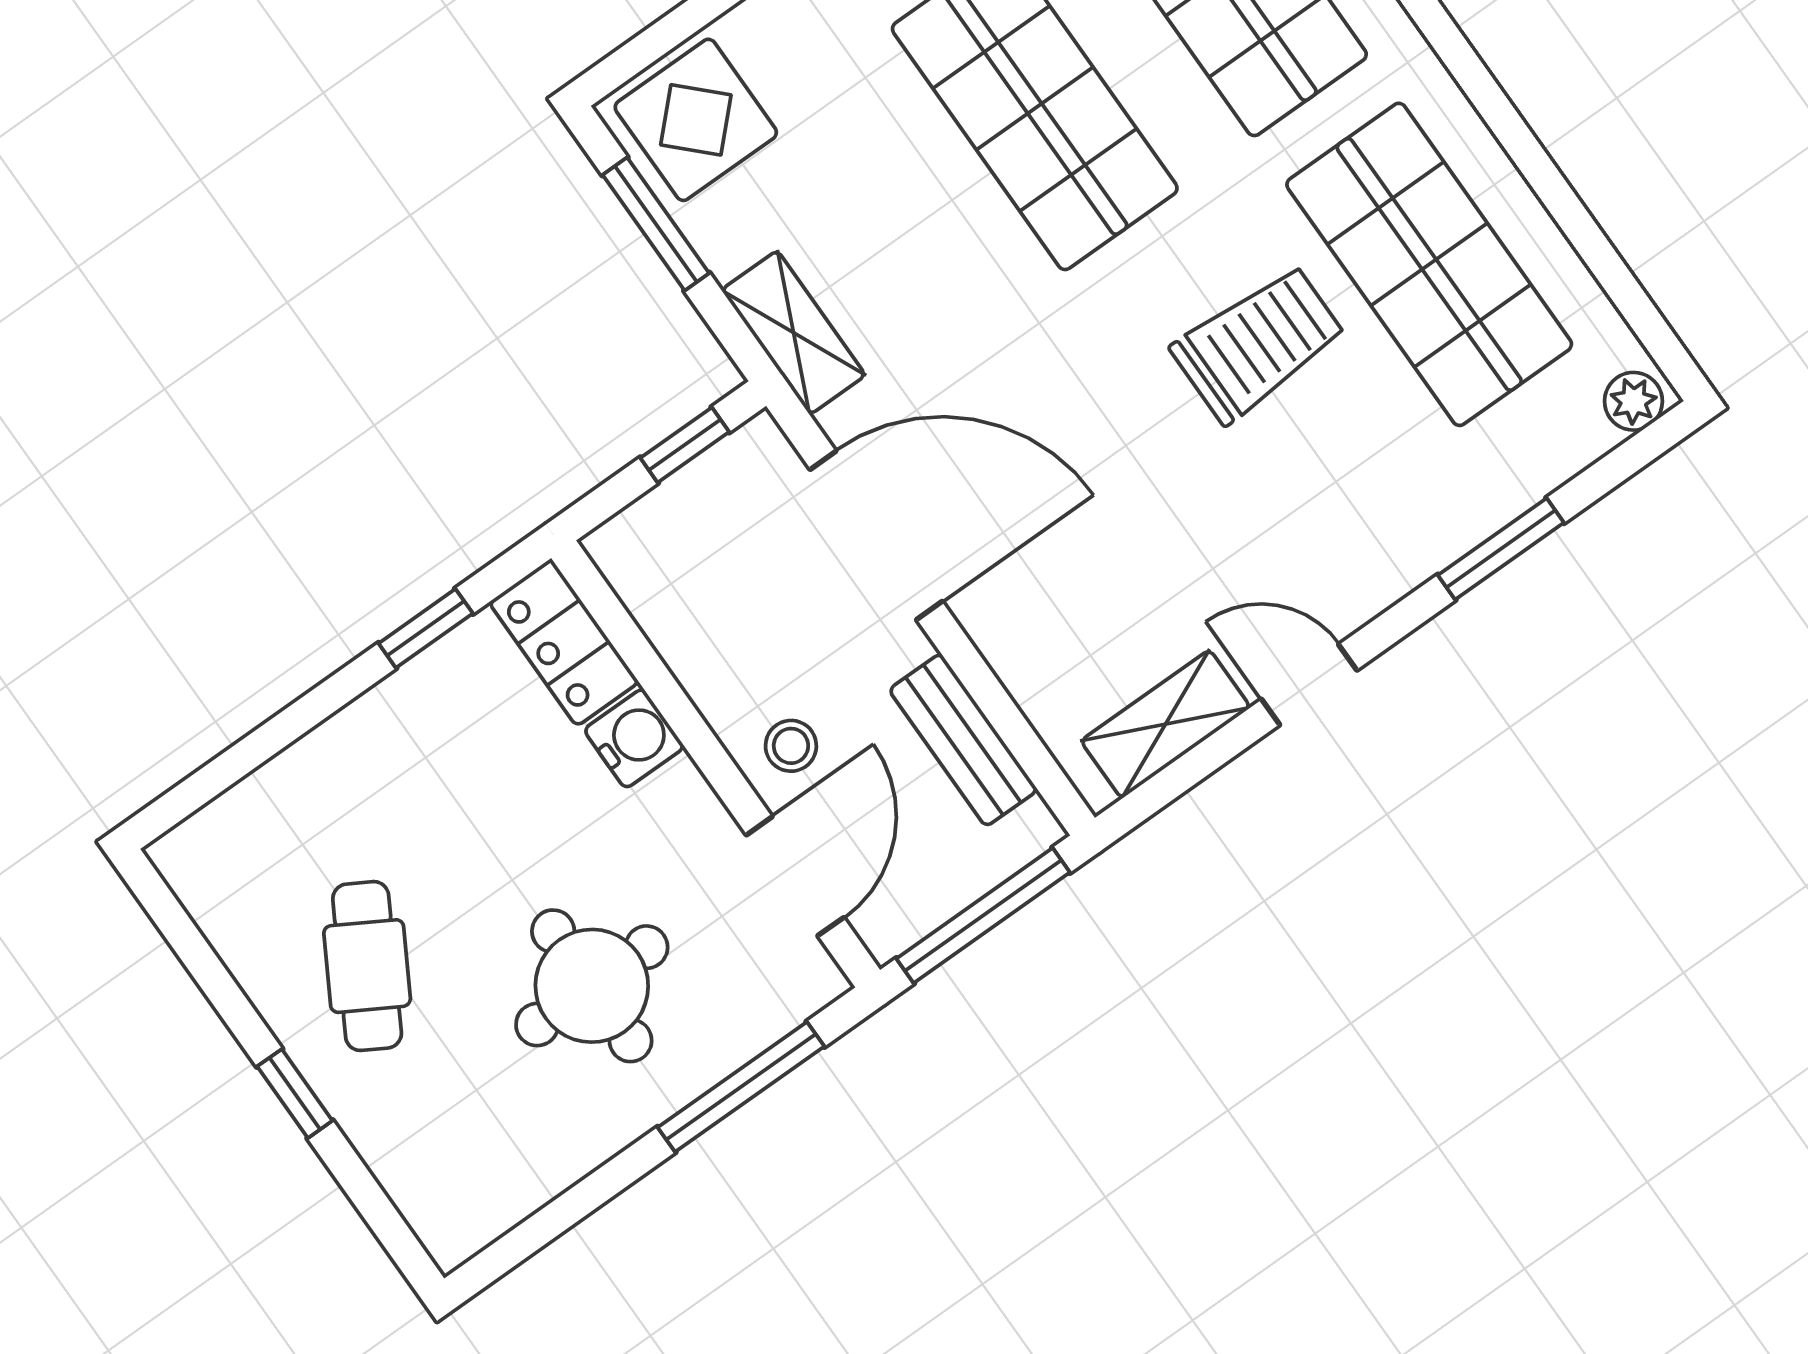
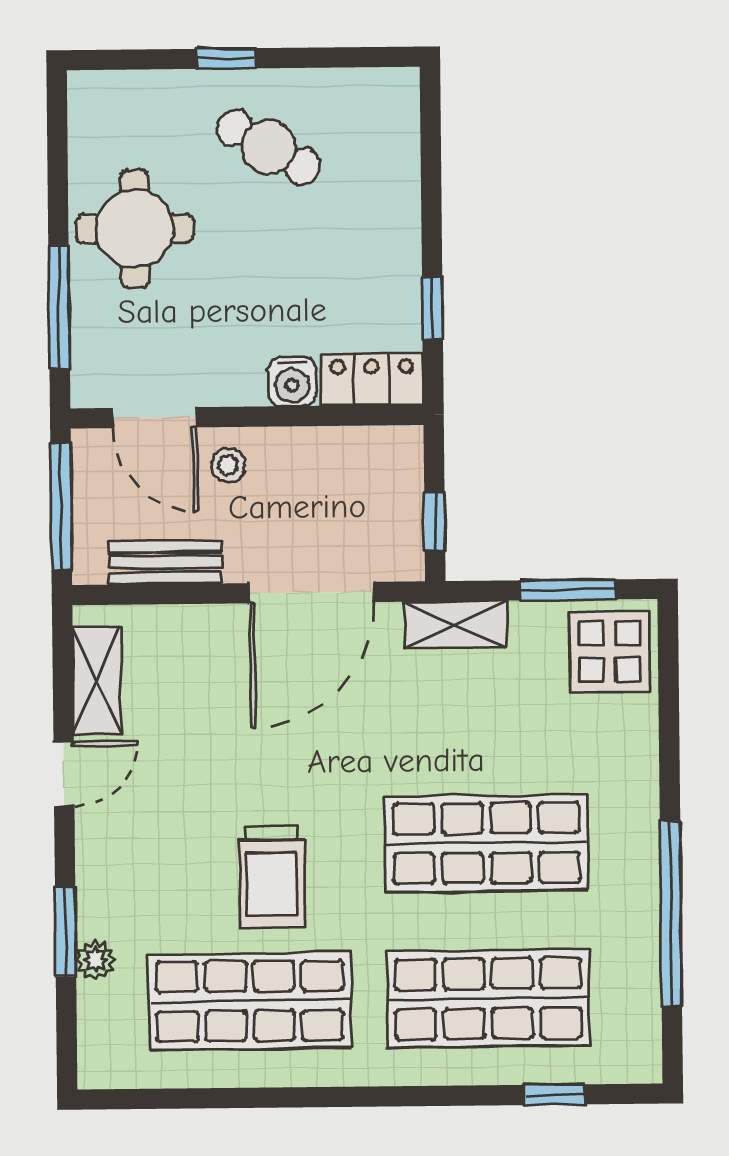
plant: (1633, 401) -> (95, 960), moved
round table: (592, 986) -> (135, 229), moved

